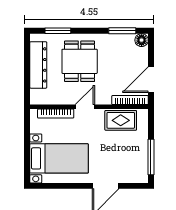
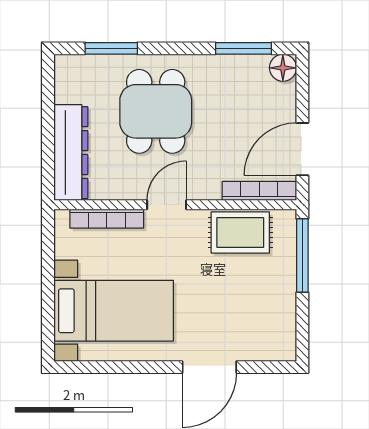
dresser: (38, 65) -> (71, 153), moved
window: (151, 157) -> (302, 255), moved

